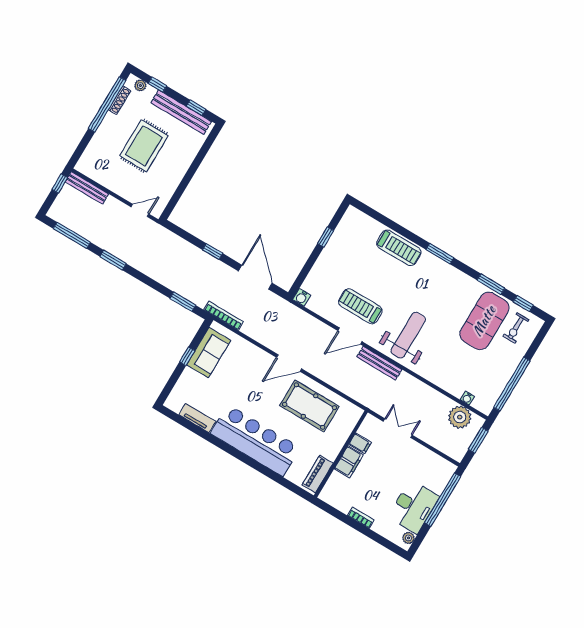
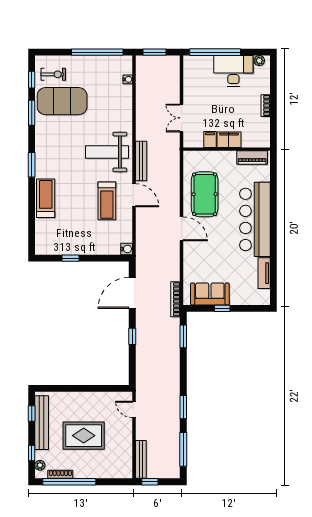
plant: (460, 417) -> (145, 76), removed

